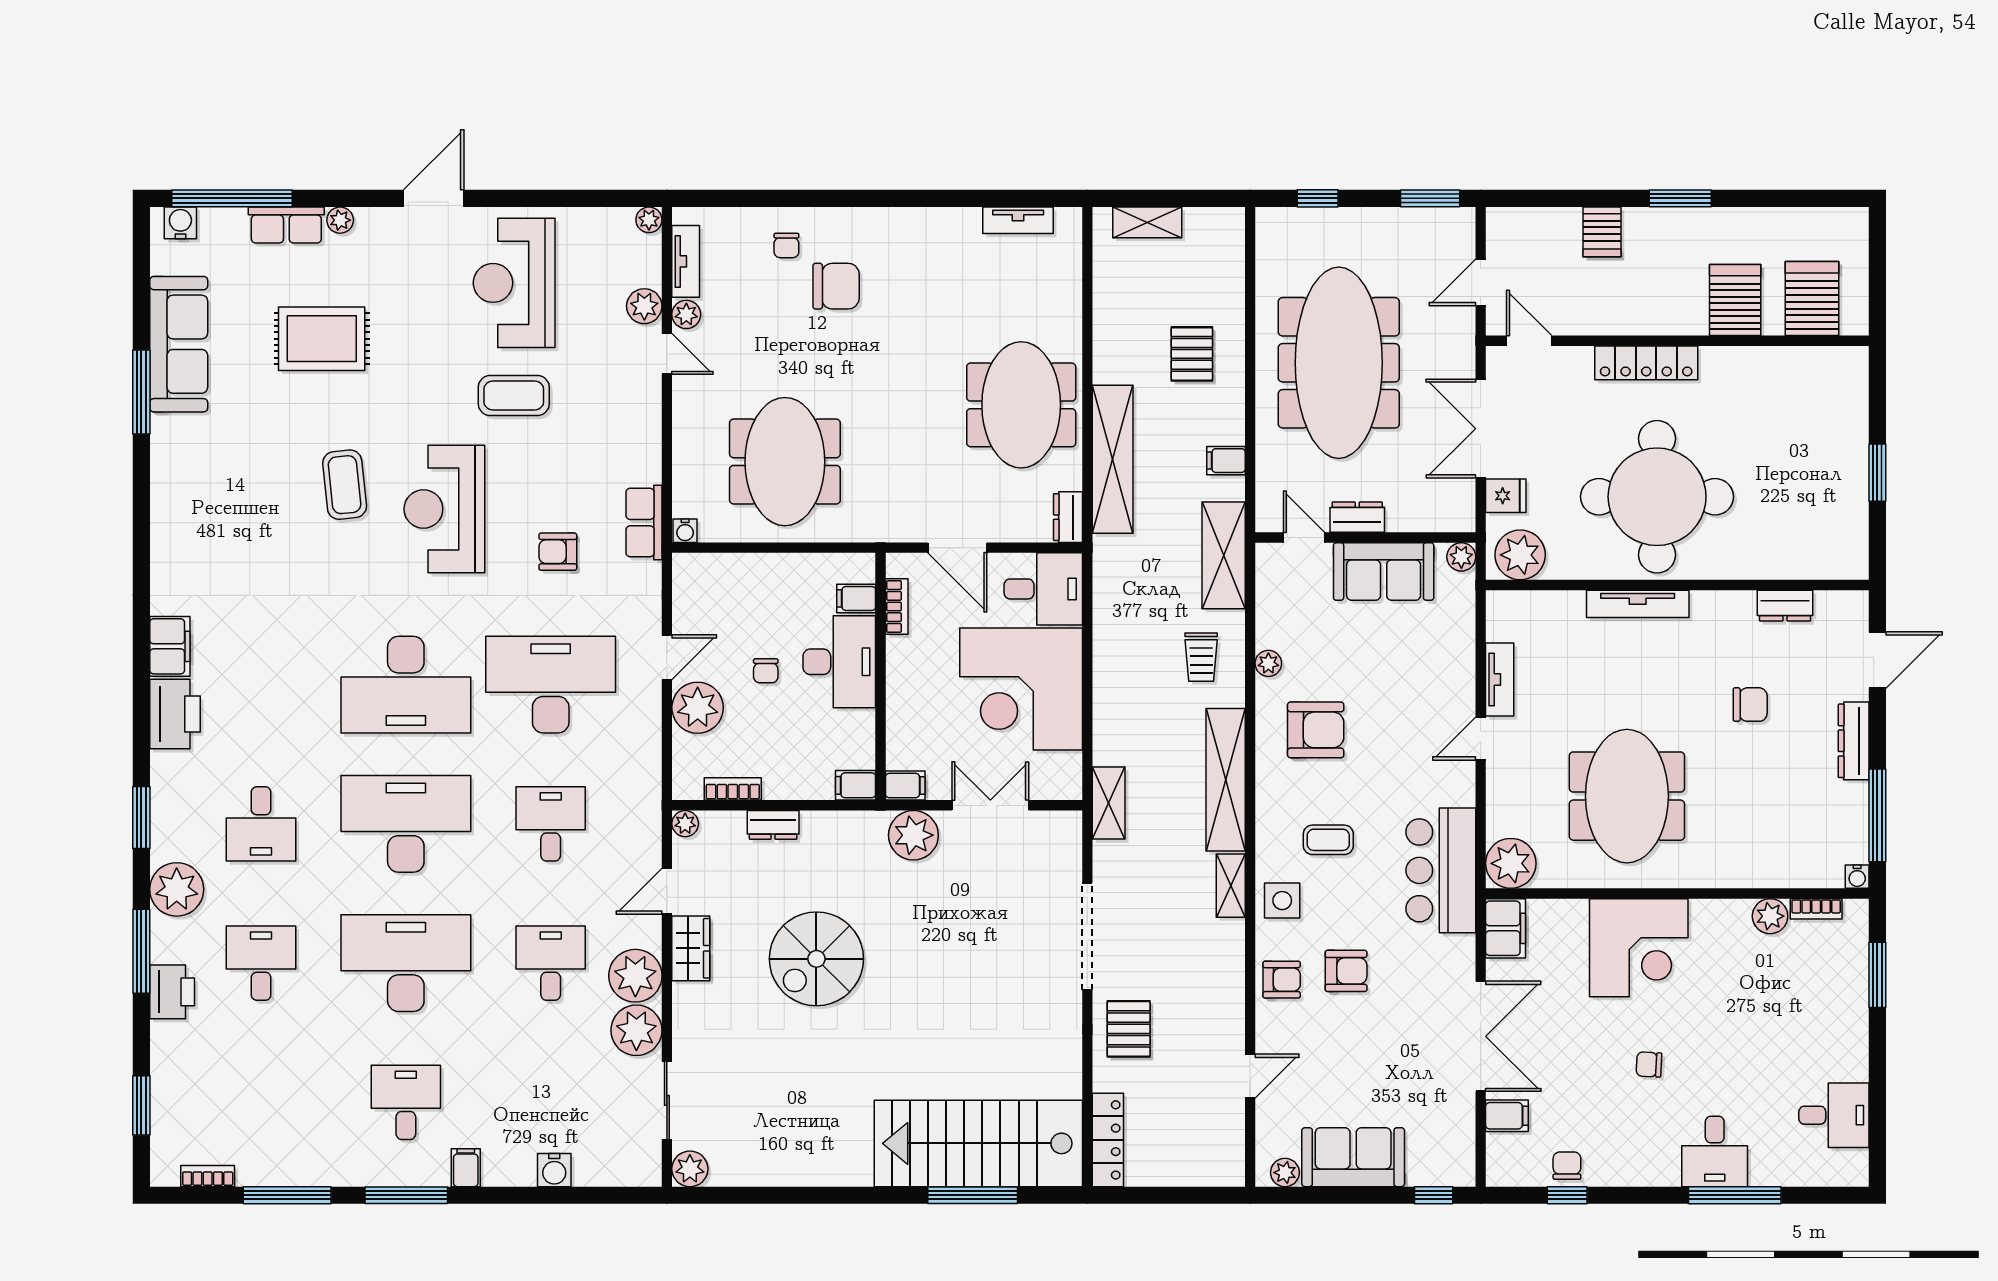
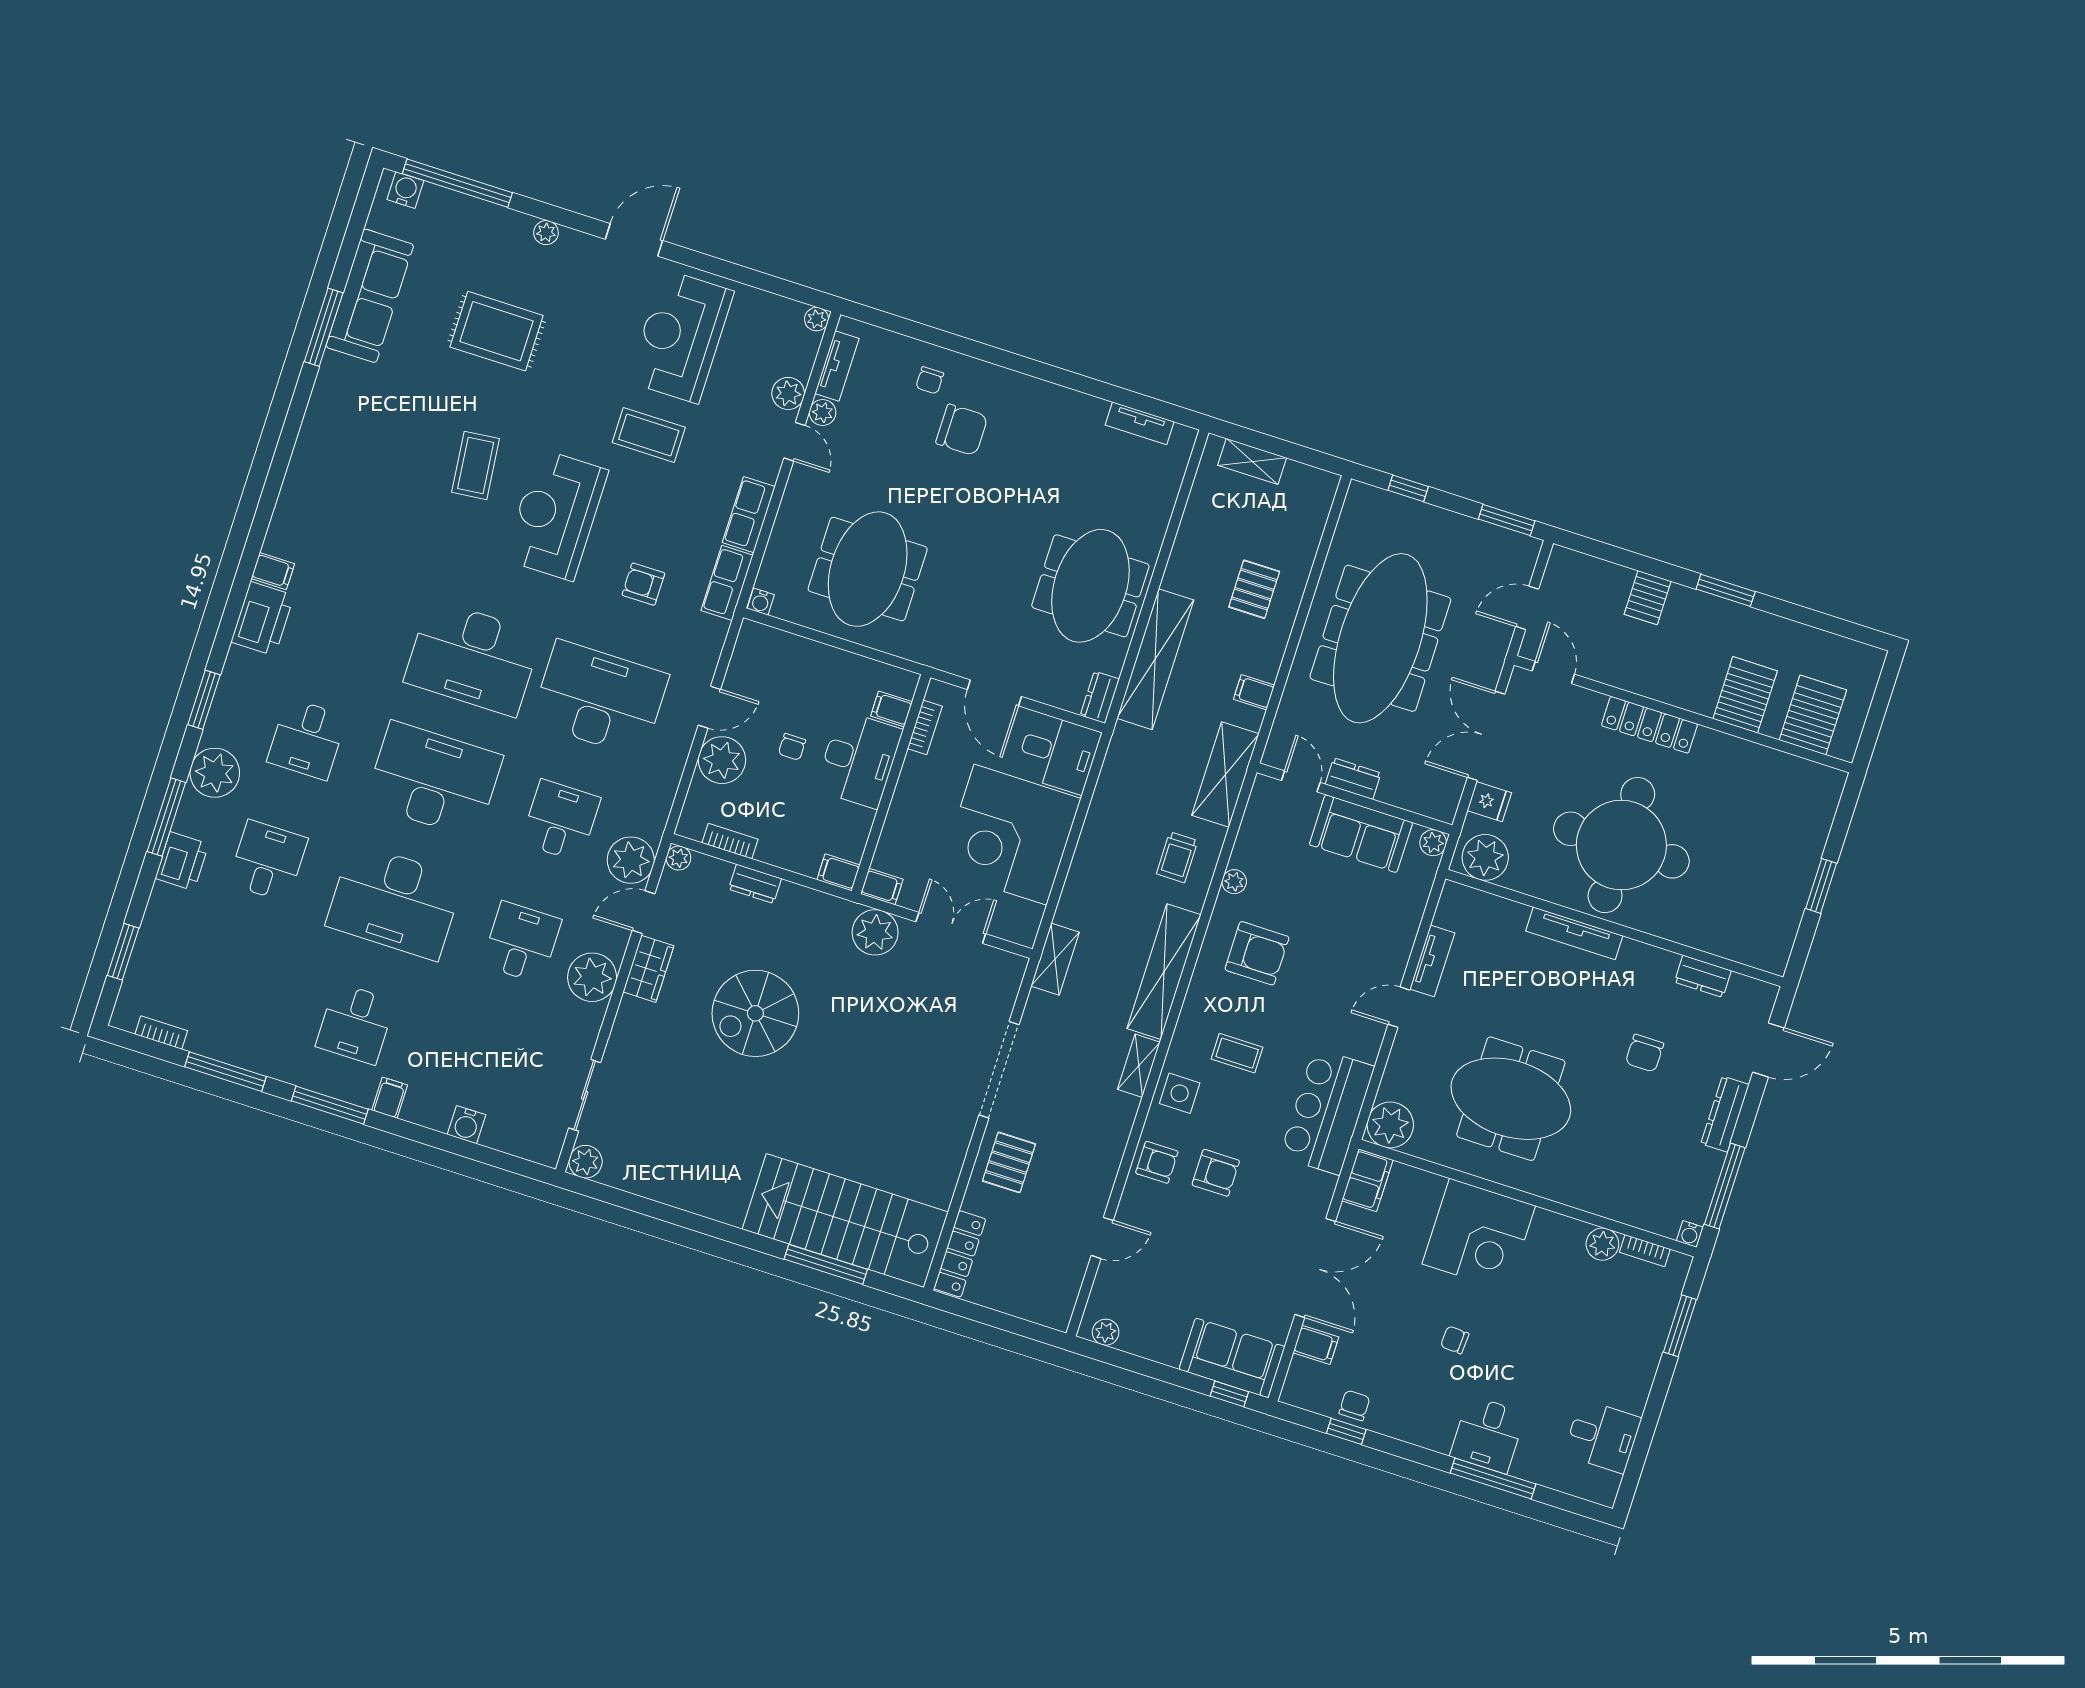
row of seats: (286, 225) -> (749, 515), moved, turned 90
filing cabinet: (170, 646) -> (273, 571), width x0.50
chair: (1750, 705) -> (1645, 1053), turned 90
meeting table: (1627, 796) -> (1511, 1099), turned 90
desk: (406, 963) -> (395, 902), turned 180
plant: (636, 1030) -> (631, 860), moved
desk: (406, 1102) -> (356, 1024), turned 180
sofa: (1353, 1157) -> (1232, 1358), moved

